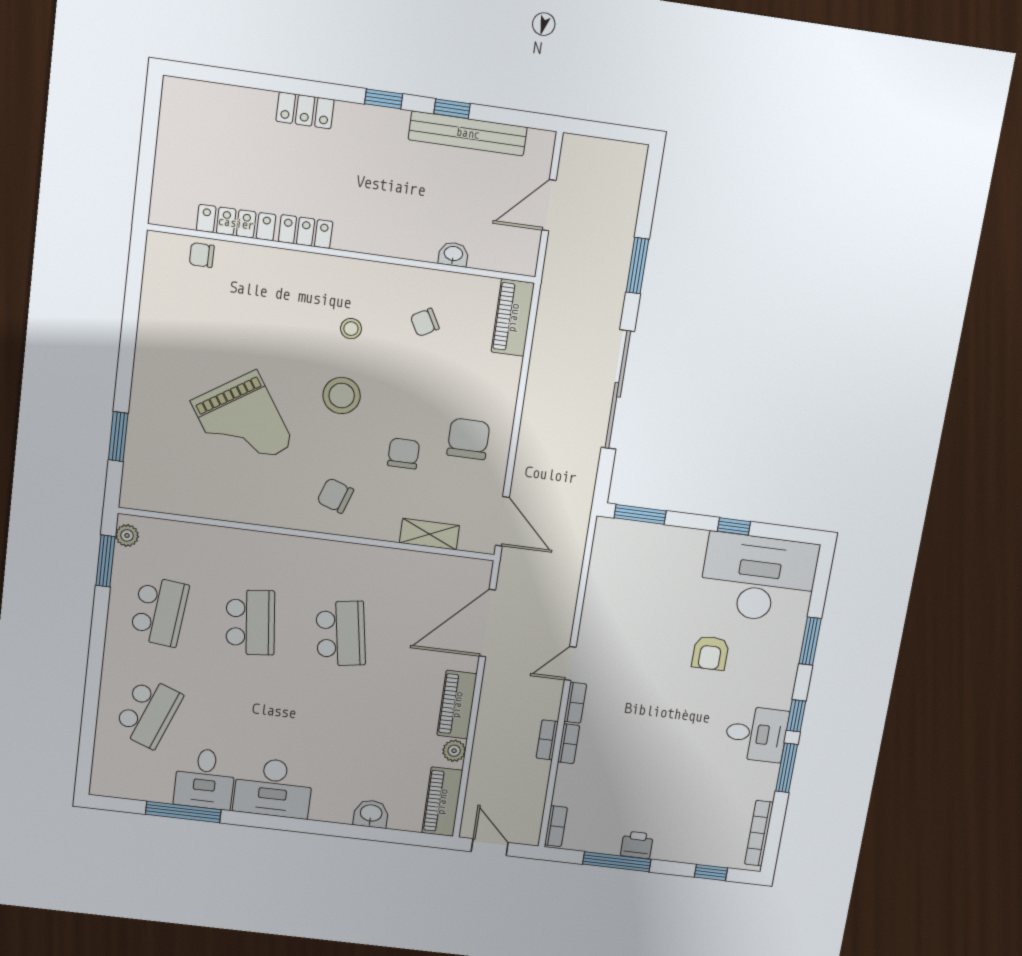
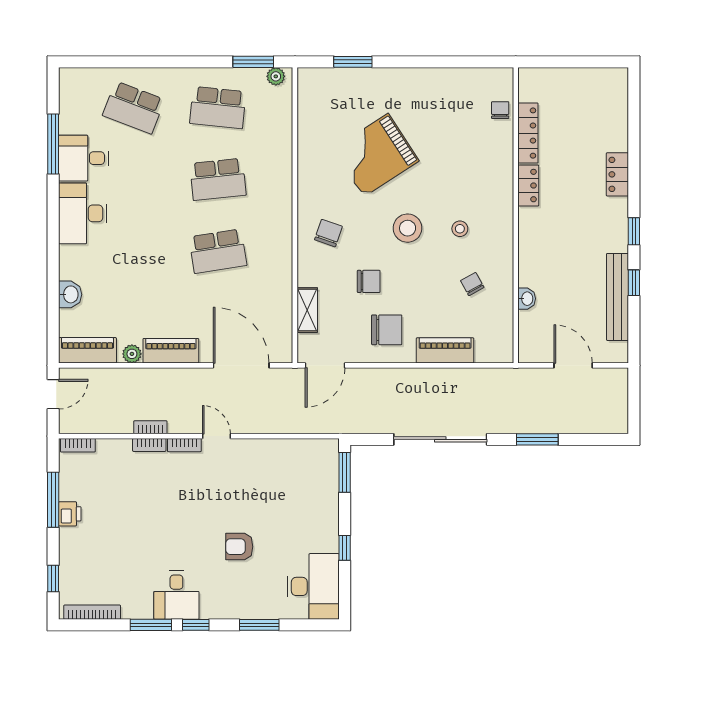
piano: (513, 318) -> (445, 350), moved
desk: (758, 578) -> (313, 586), width x0.73, depth x0.77

